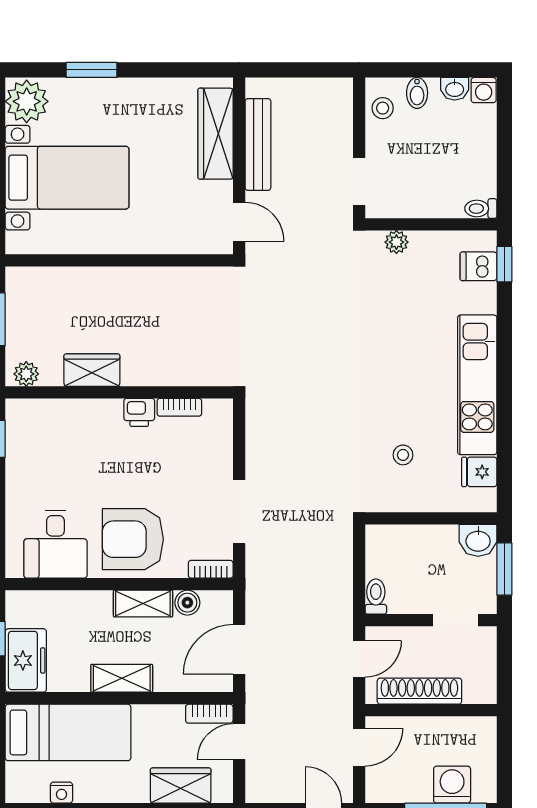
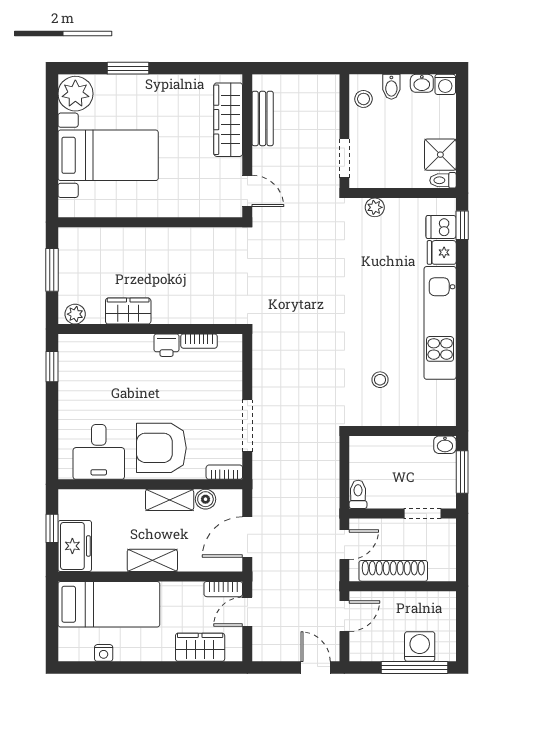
bench: (258, 144) -> (263, 118), width x0.73
shower: (478, 177) -> (440, 155), added
fridge: (479, 472) -> (442, 252), moved
washbasin: (478, 540) -> (445, 445), width x0.72, depth x0.69

